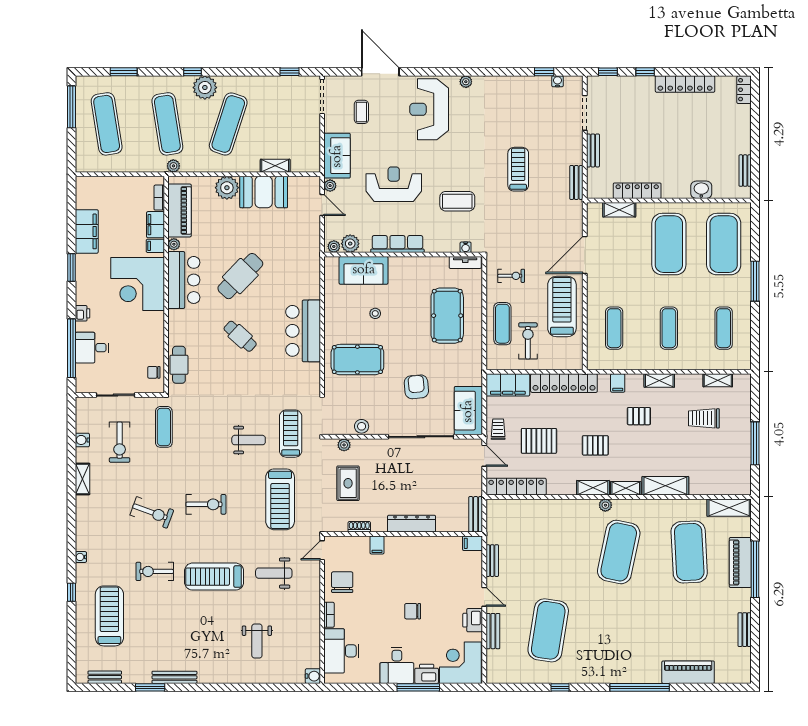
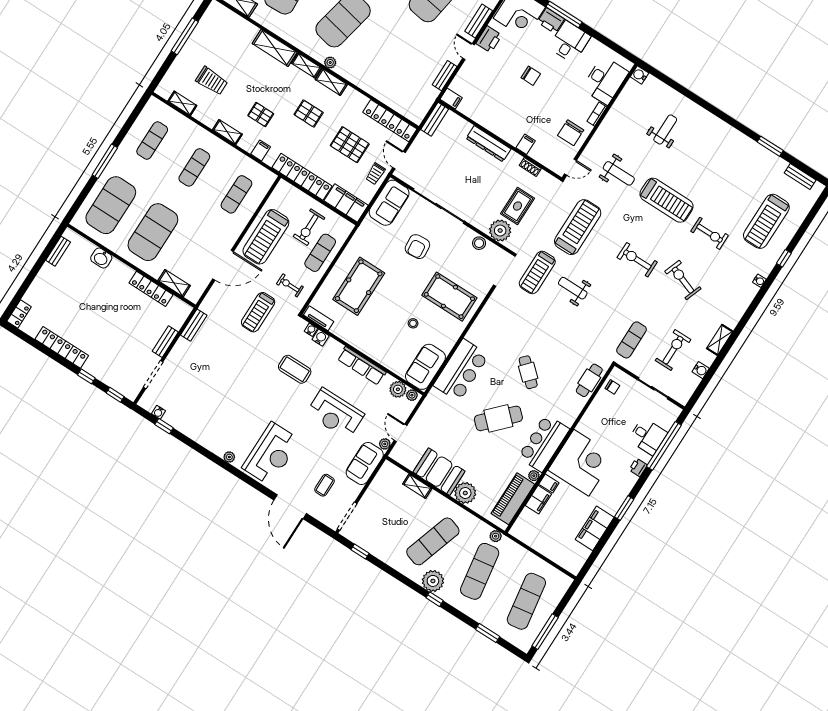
treadmill: (518, 169) -> (258, 312), moved
bookcase: (159, 198) -> (522, 519), removed
water cooler: (452, 246) -> (321, 338), added
sofa: (364, 270) -> (425, 367), moved, turned -90
bar counter: (303, 331) -> (461, 370), moved
plant: (344, 445) -> (500, 231), width x1.87, depth x1.87
bench: (174, 677) -> (747, 142), removed

